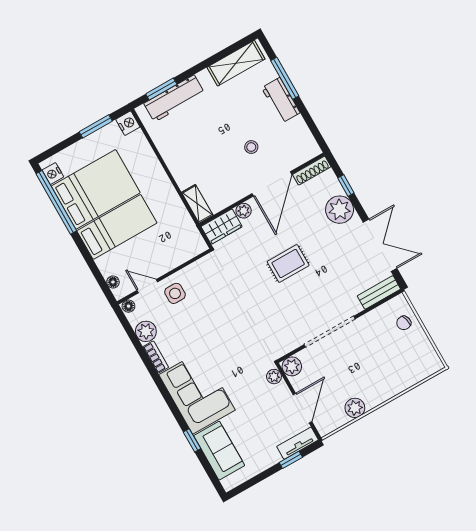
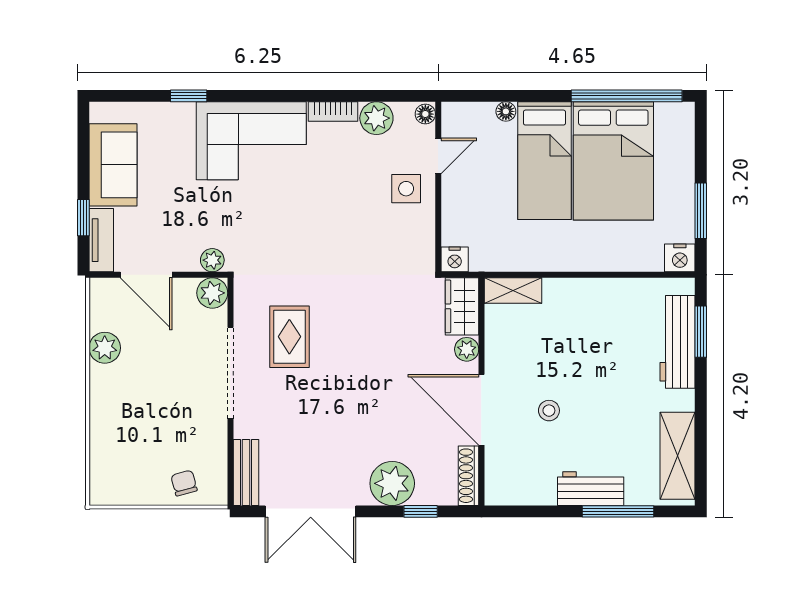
nightstand: (53, 174) -> (455, 259), moved, turned 180
rug: (288, 263) -> (289, 337), moved
floor lamp: (113, 282) -> (506, 111), moved
sofa: (219, 451) -> (113, 165), moved, turned -90

